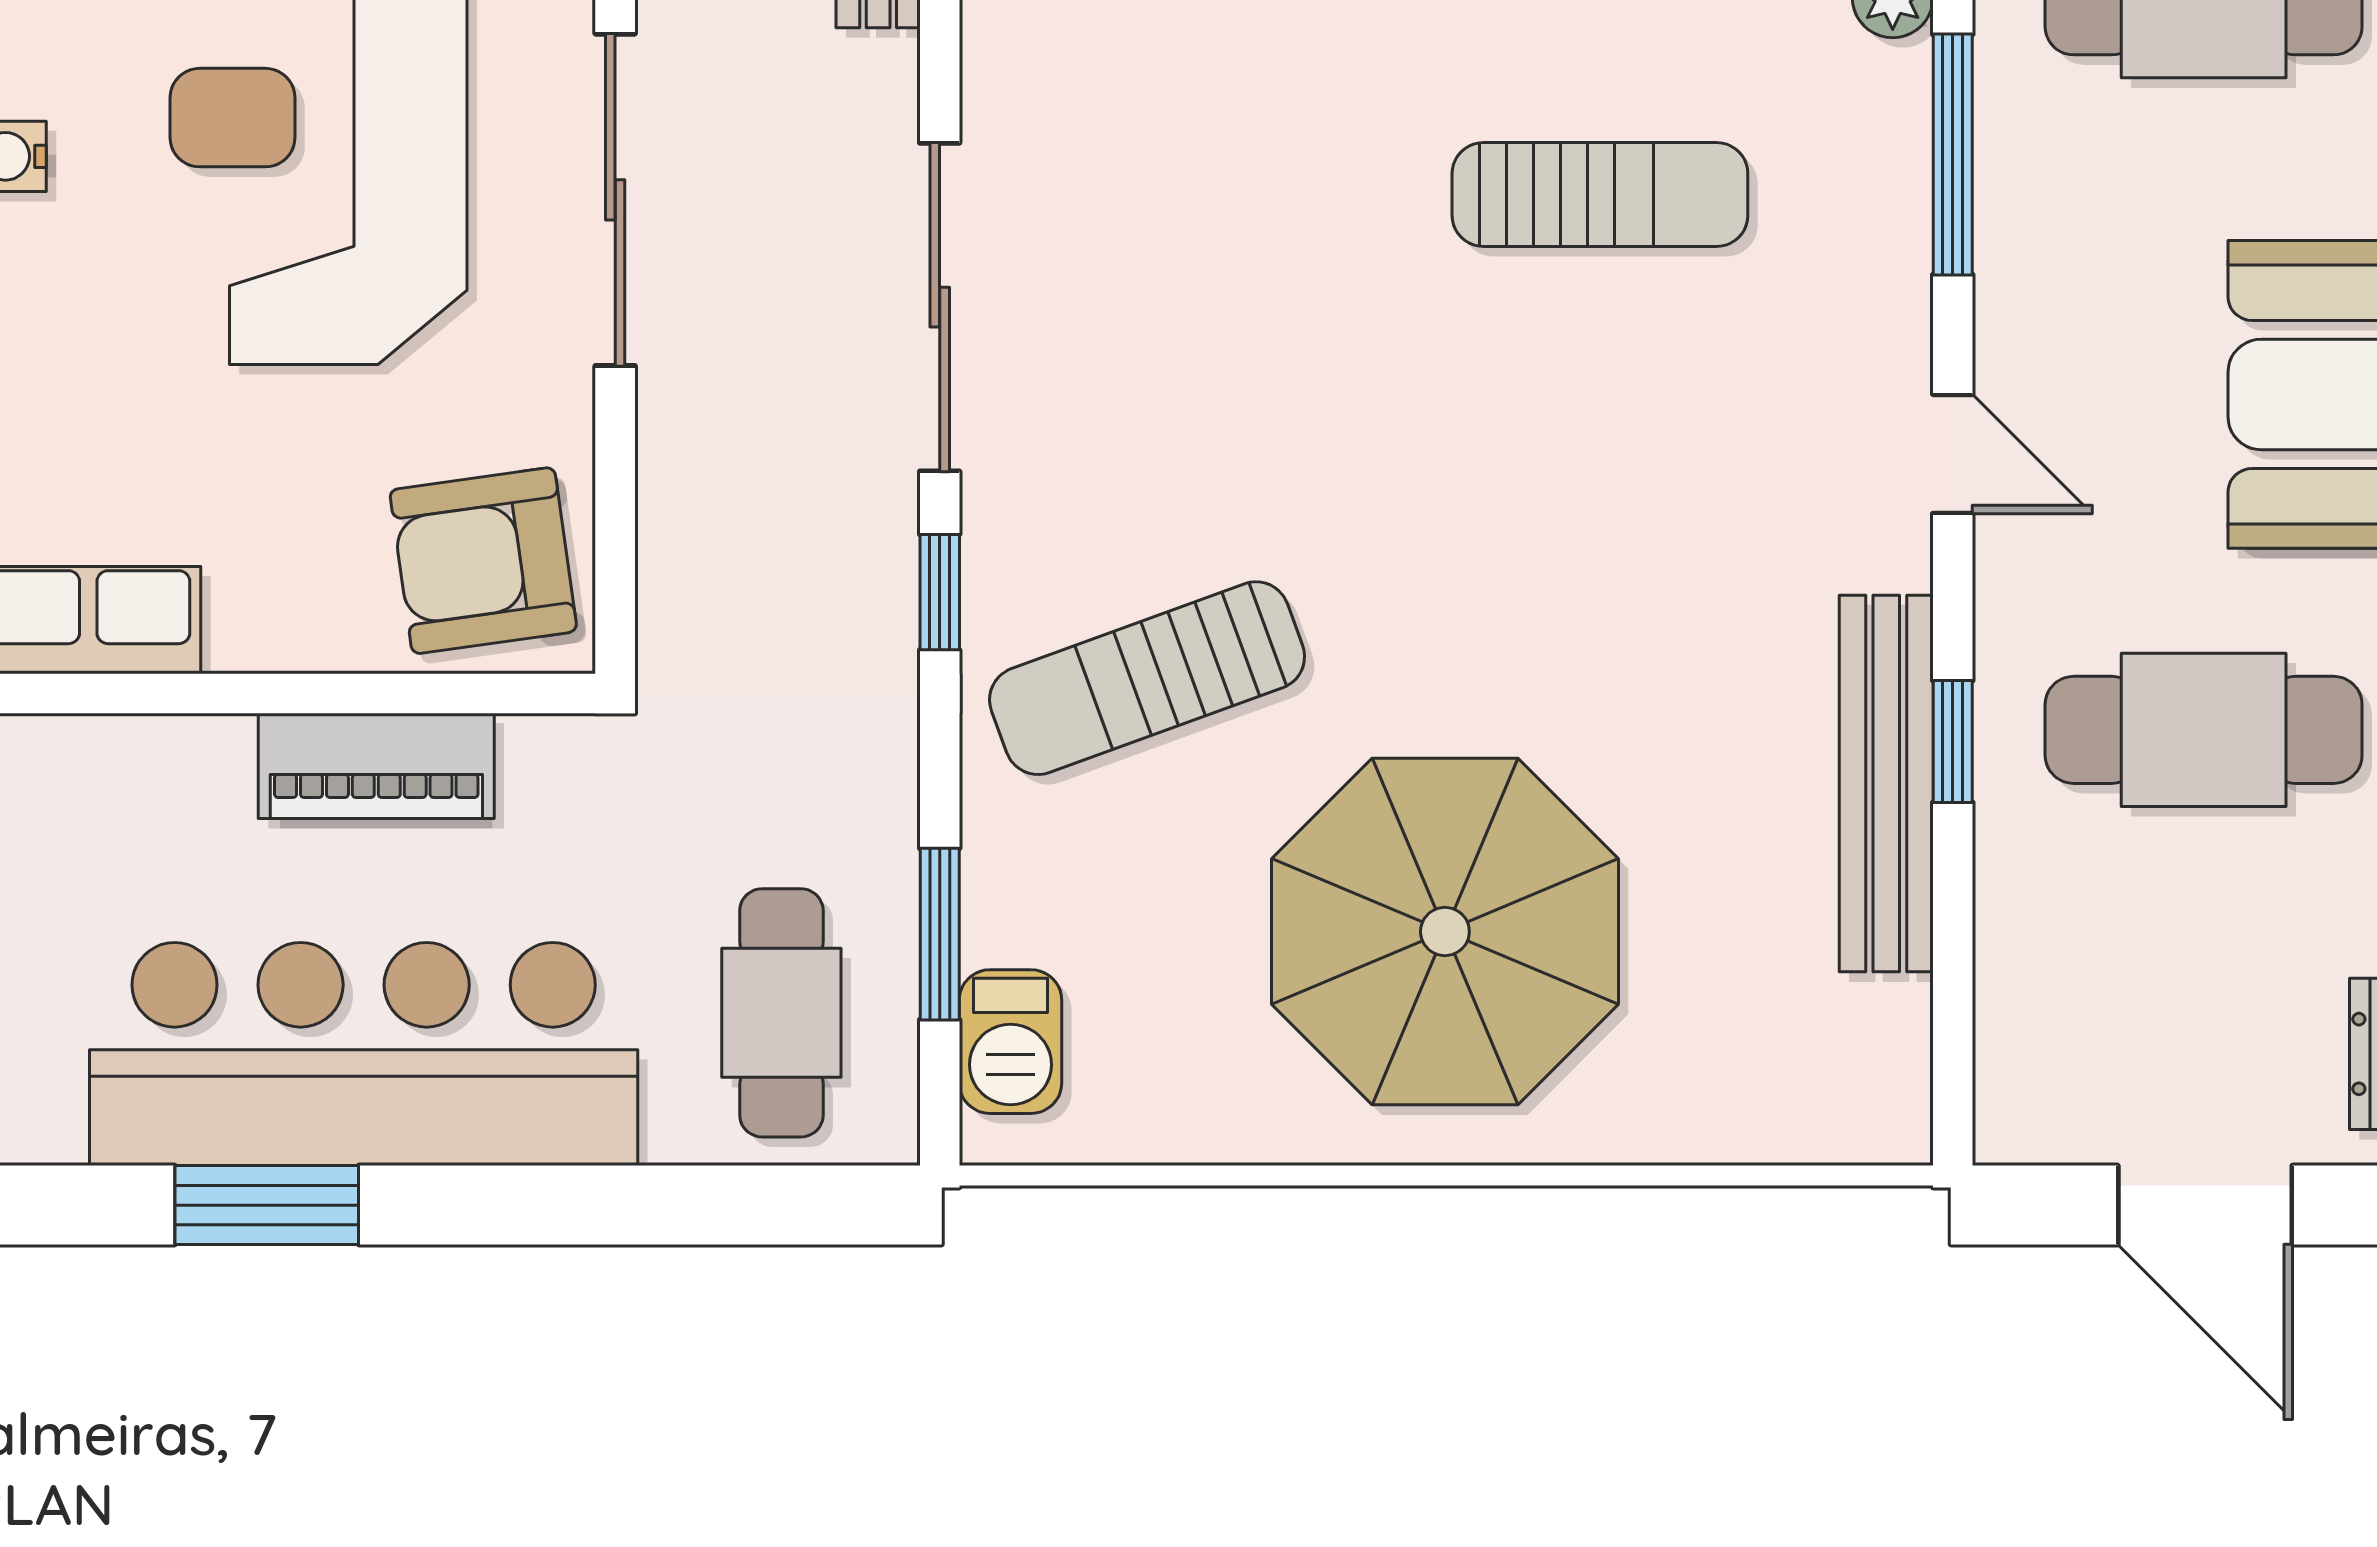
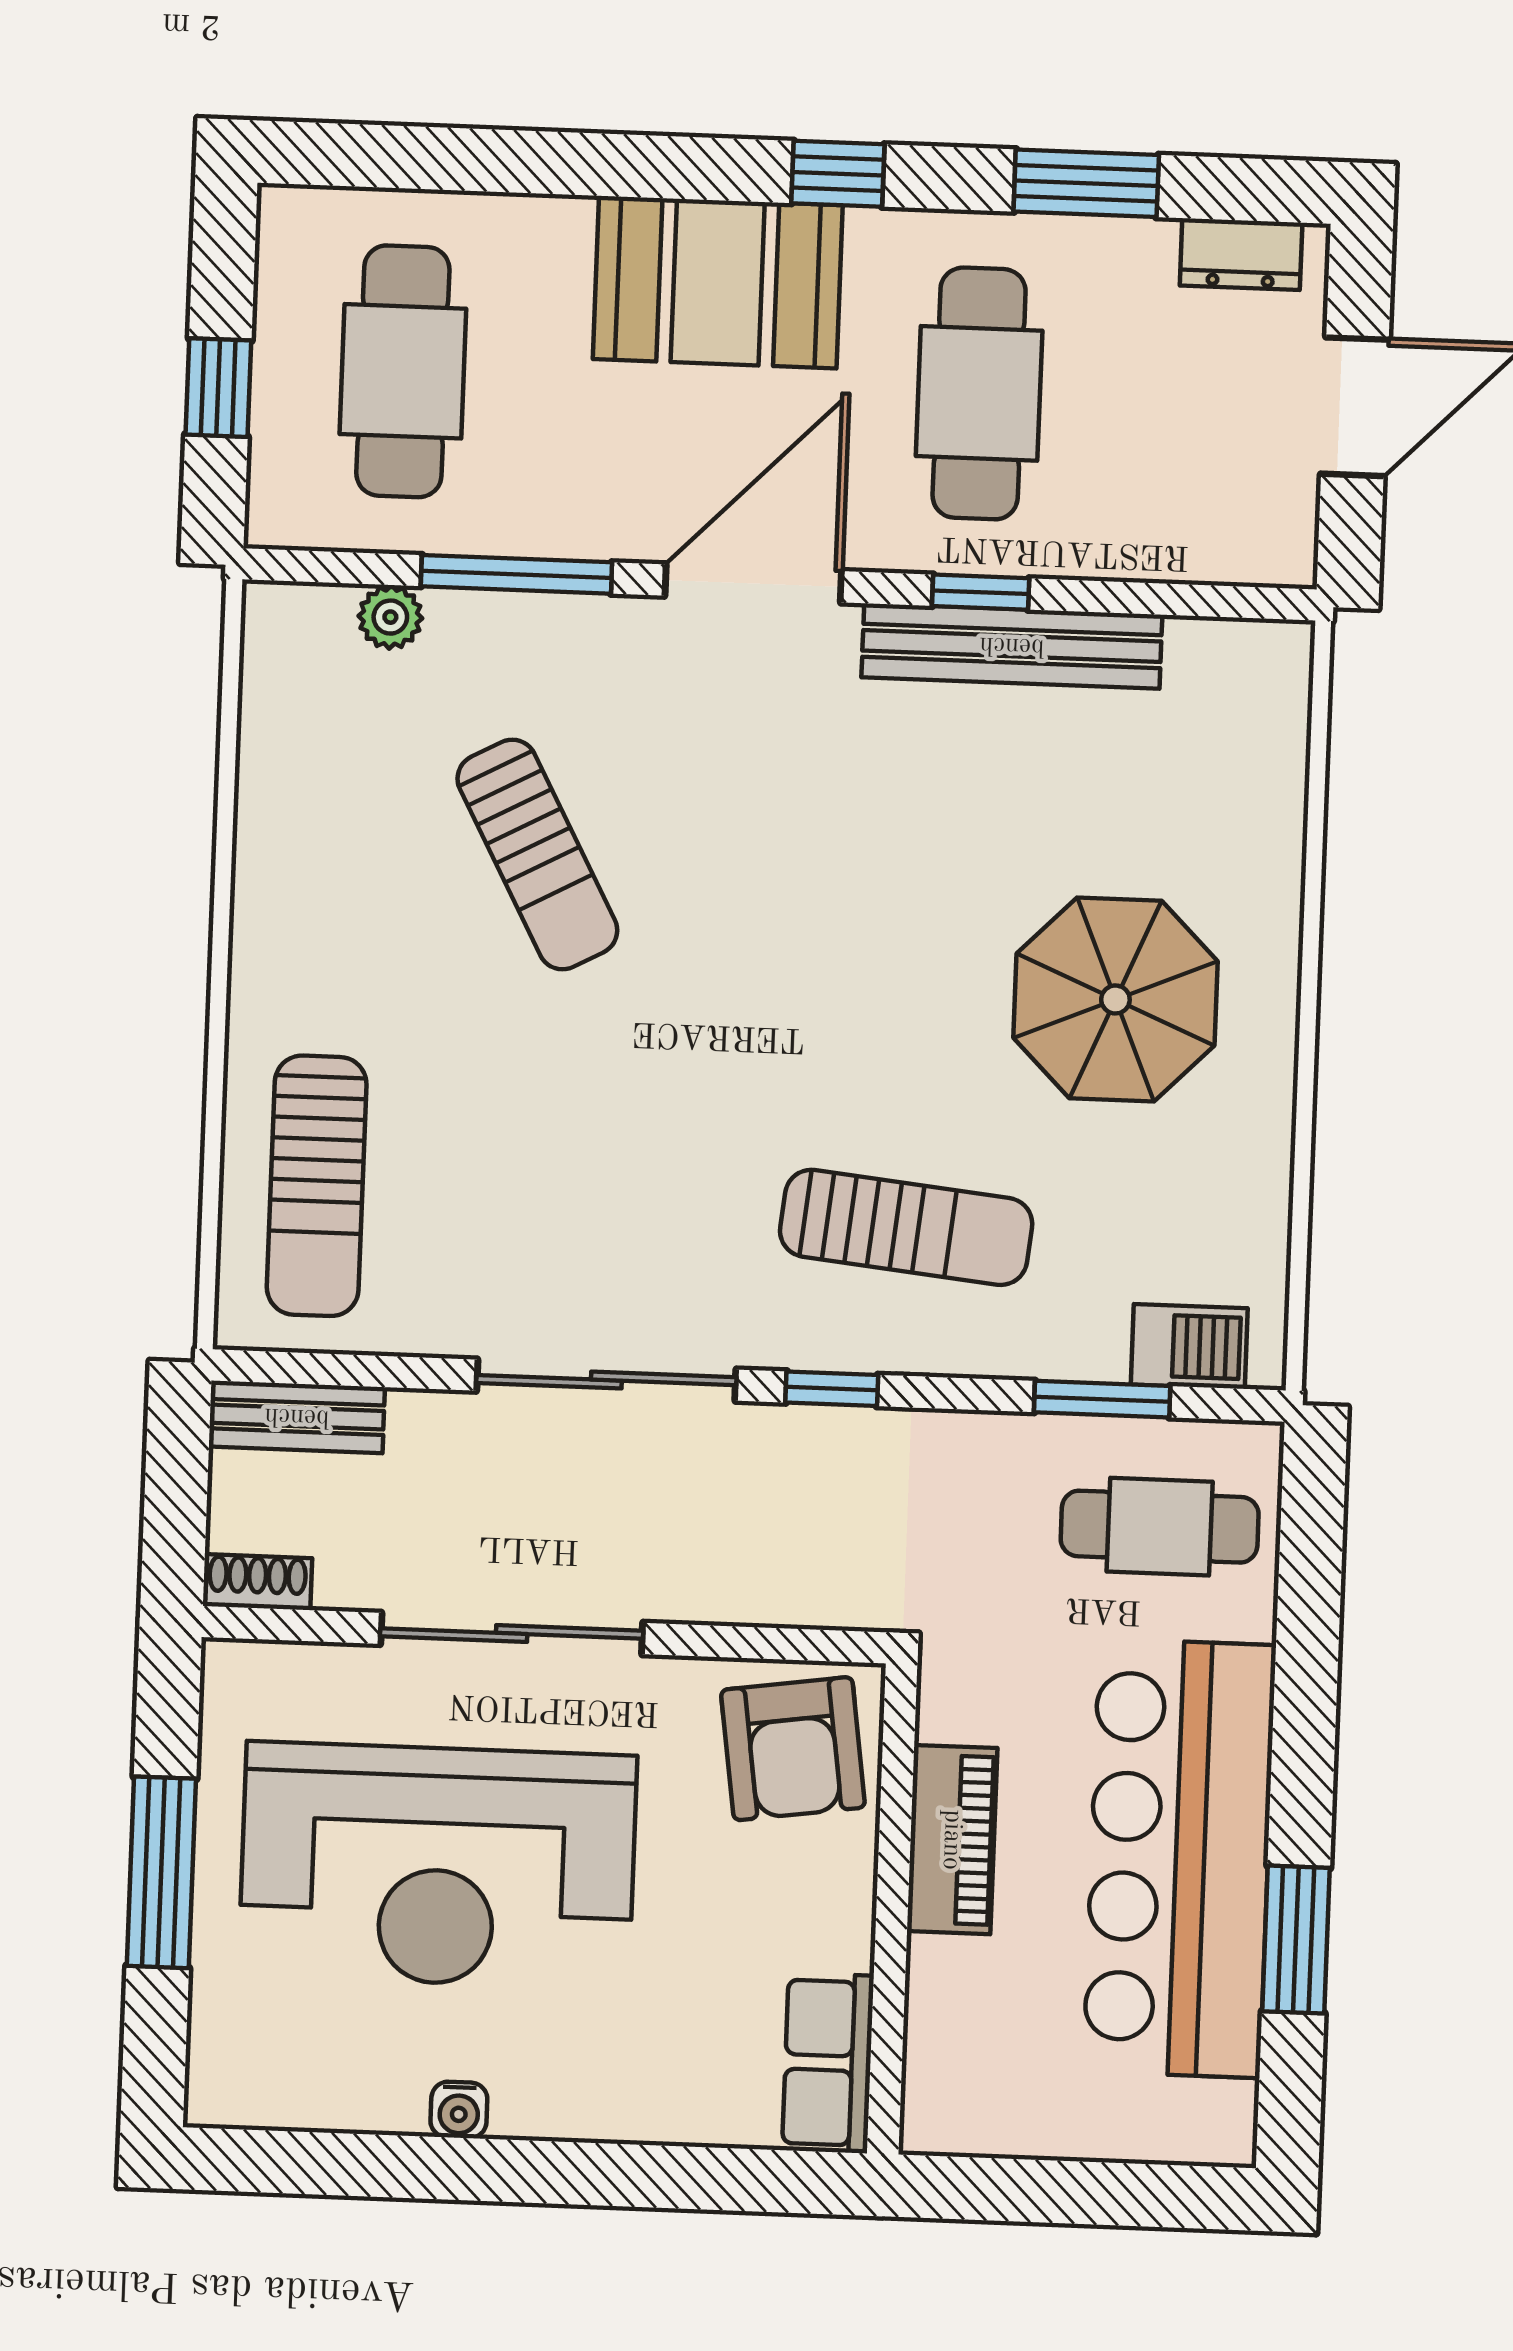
sun lounger: (1600, 194) -> (537, 855), turned 152
door: (1953, 454) -> (753, 583), width x1.88
sun lounger: (1147, 678) -> (906, 1227), turned -64
parasol: (1445, 932) -> (1115, 999), width x0.73, depth x0.73

